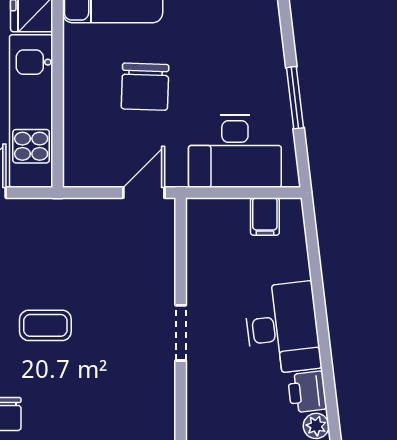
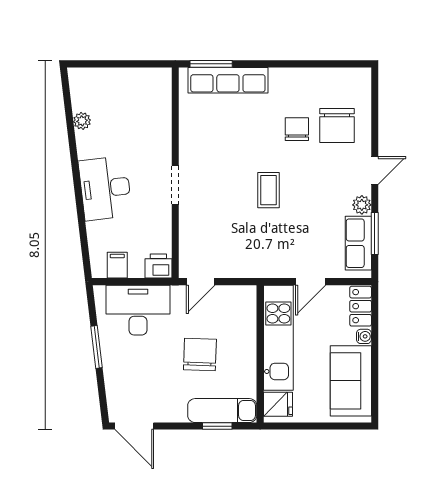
coffee table: (45, 325) -> (268, 190), turned 90
printer: (307, 392) -> (158, 266), moved, turned -83

